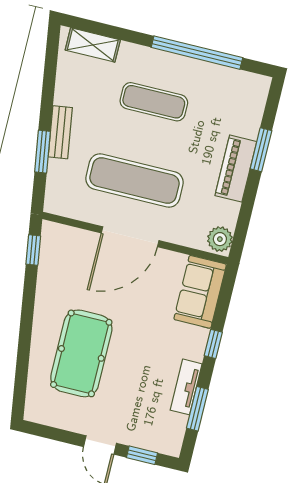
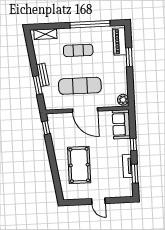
piano: (236, 169) -> (120, 42), moved
door: (130, 237) -> (85, 110), hinge flipped
window: (142, 455) -> (117, 200), removed

